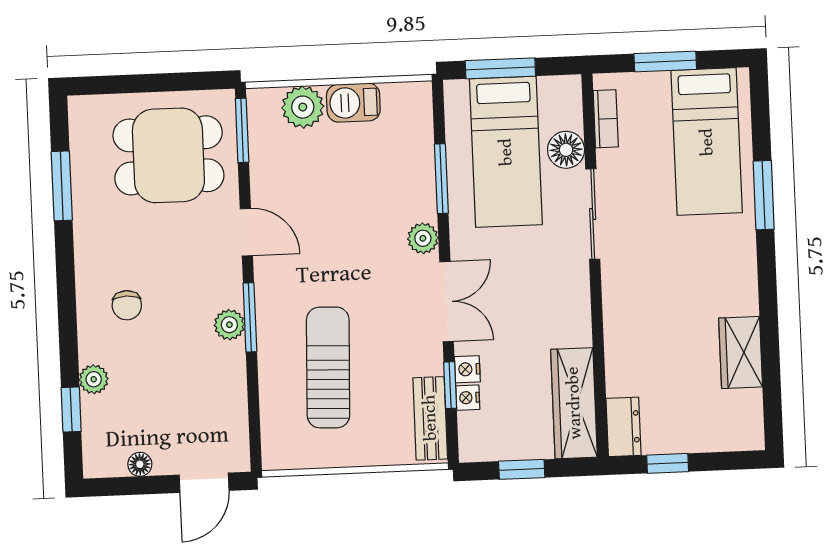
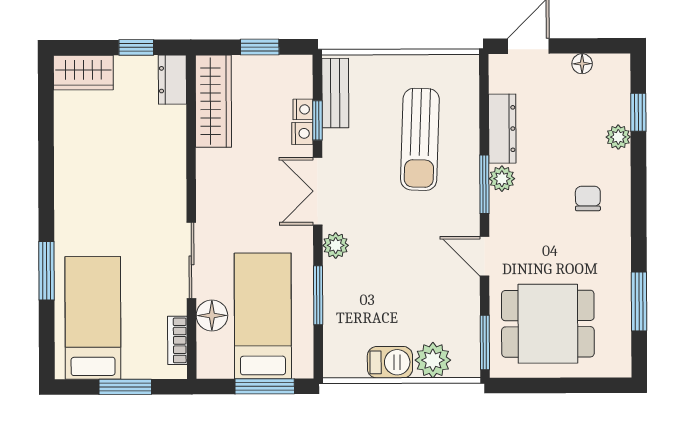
wardrobe: (741, 352) -> (83, 73), moved, turned 90
dresser: (231, 384) -> (502, 129), added

